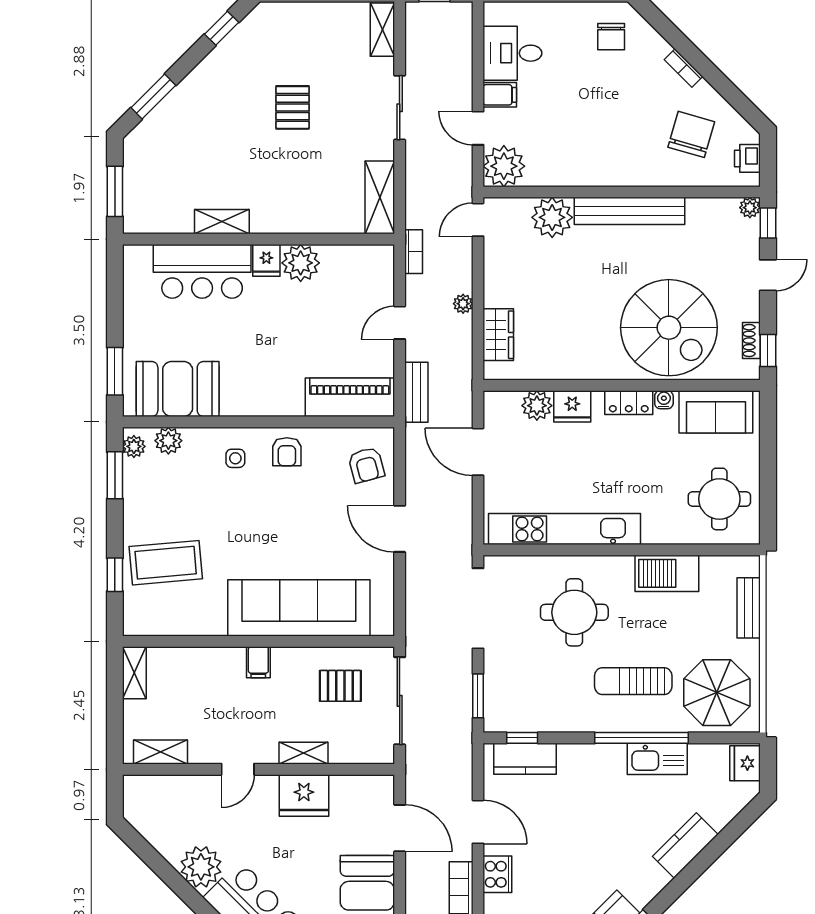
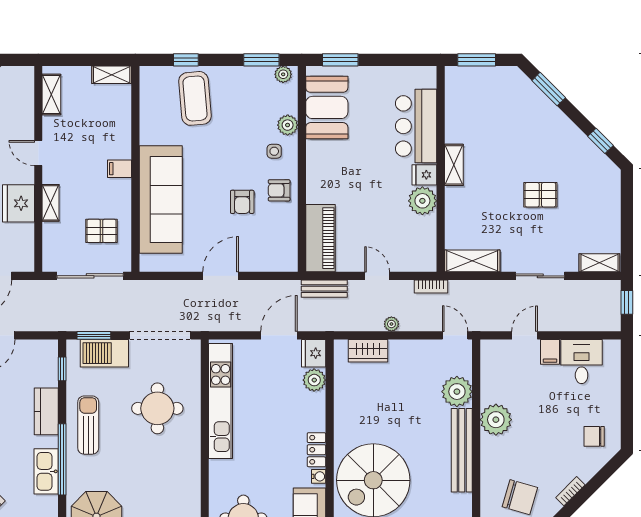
plant: (504, 166) -> (496, 420), moved
shelving: (222, 222) -> (454, 165), moved
fridge: (572, 406) -> (314, 353), moved
plant: (168, 441) -> (288, 125), moved
armchair: (366, 465) -> (242, 202), moved, turned -75
barbecue: (667, 573) -> (104, 353), moved, turned -90
sun lounger: (633, 681) -> (88, 425), moved
pallet: (340, 686) -> (102, 231), turned 90
kitchen counter: (525, 759) -> (46, 411), moved

